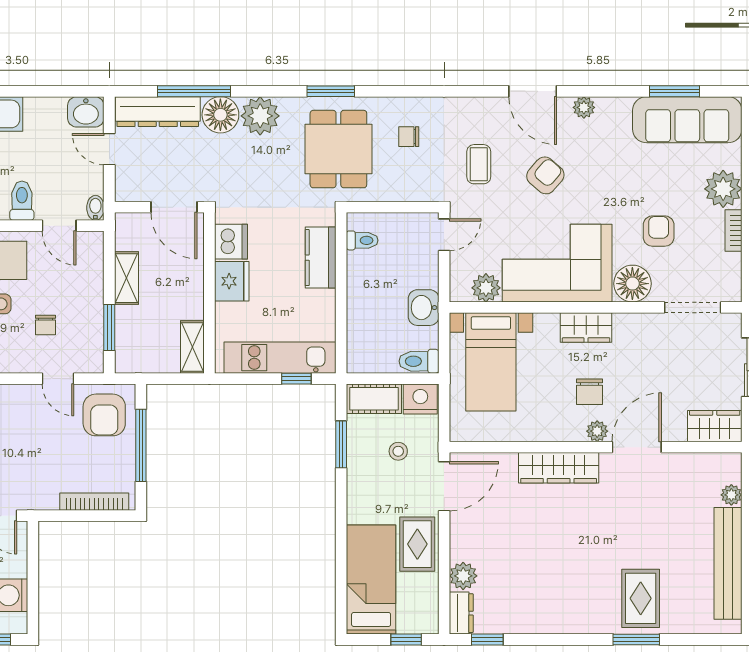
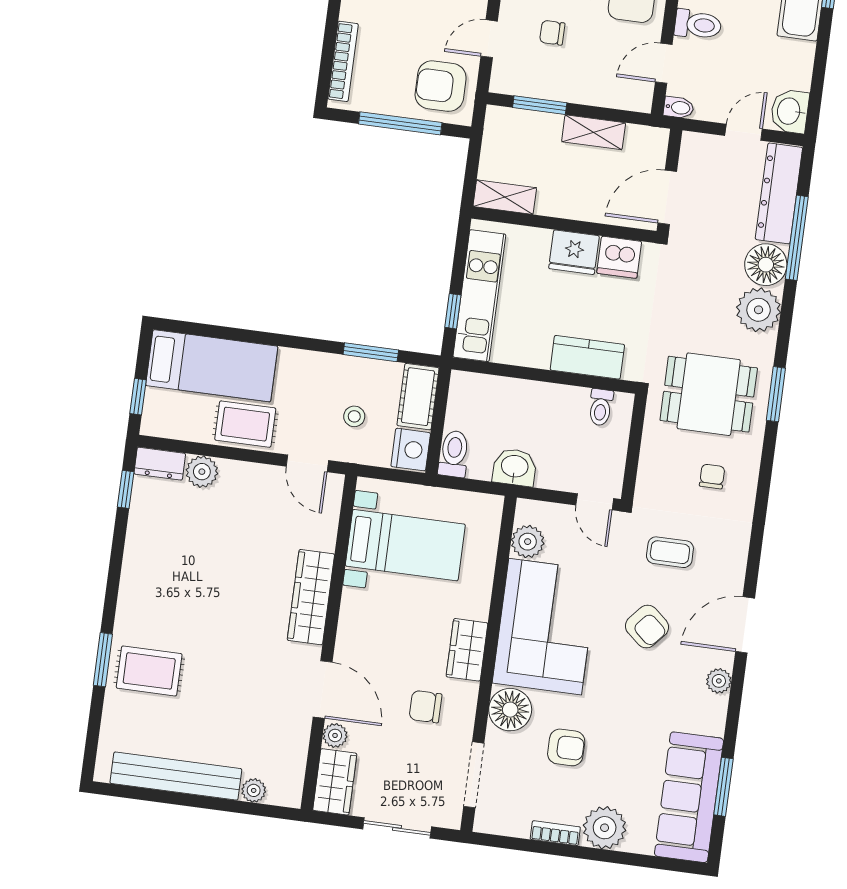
bed with nightstands: (491, 362) -> (405, 545), moved, turned 180
chair: (589, 392) -> (425, 707), moved
plant: (597, 431) -> (335, 735), moved
door: (444, 486) -> (307, 463), width x0.73

